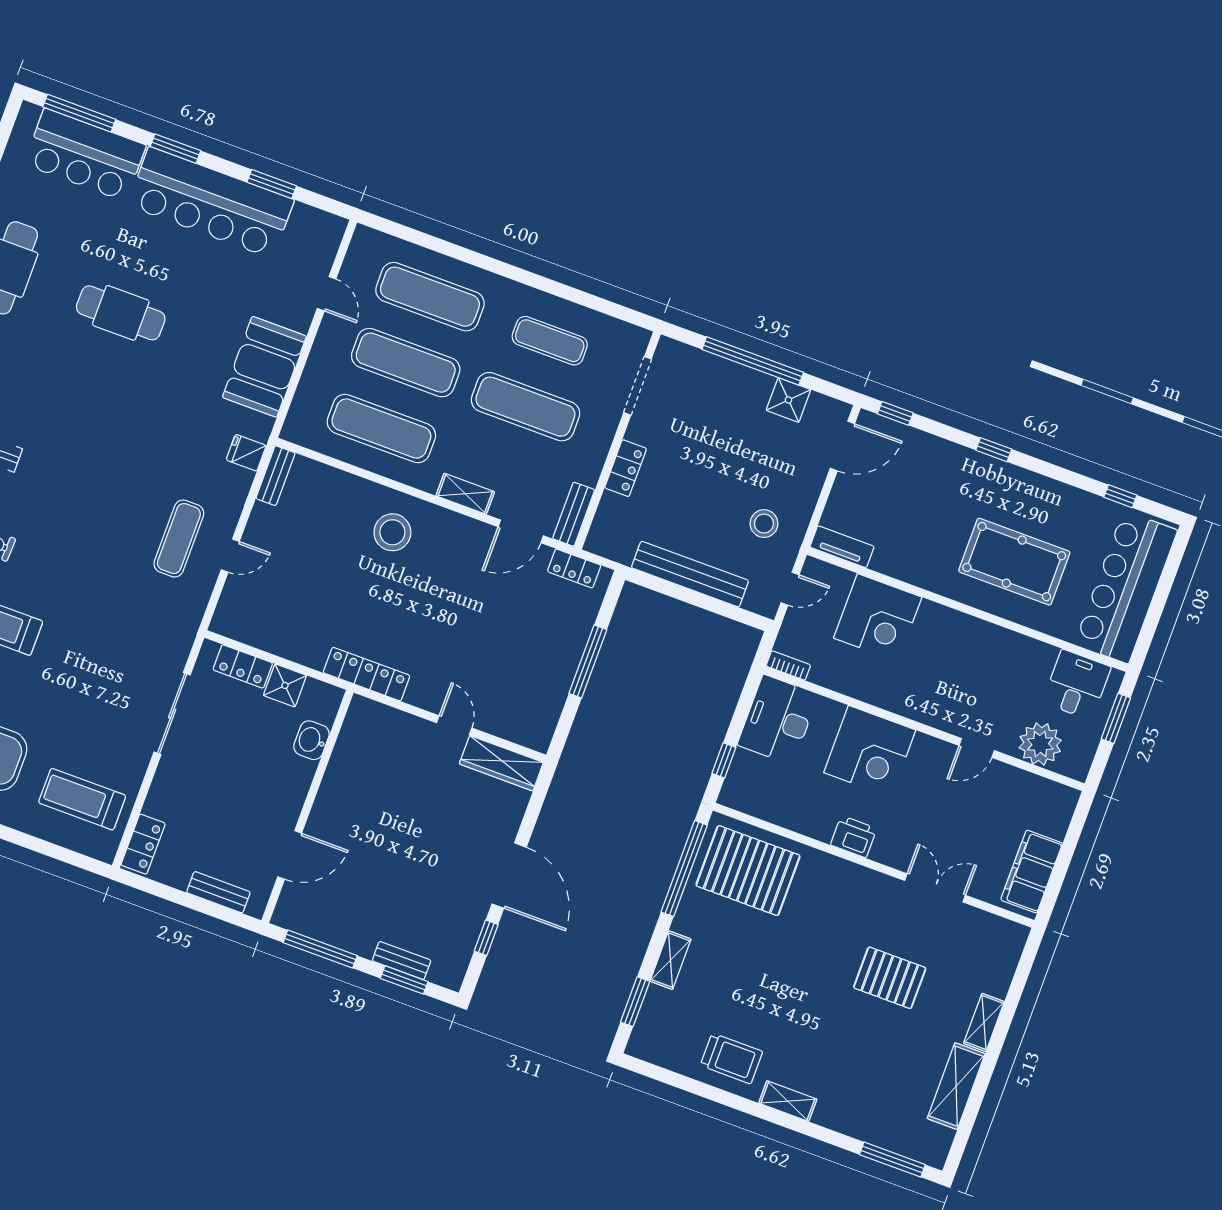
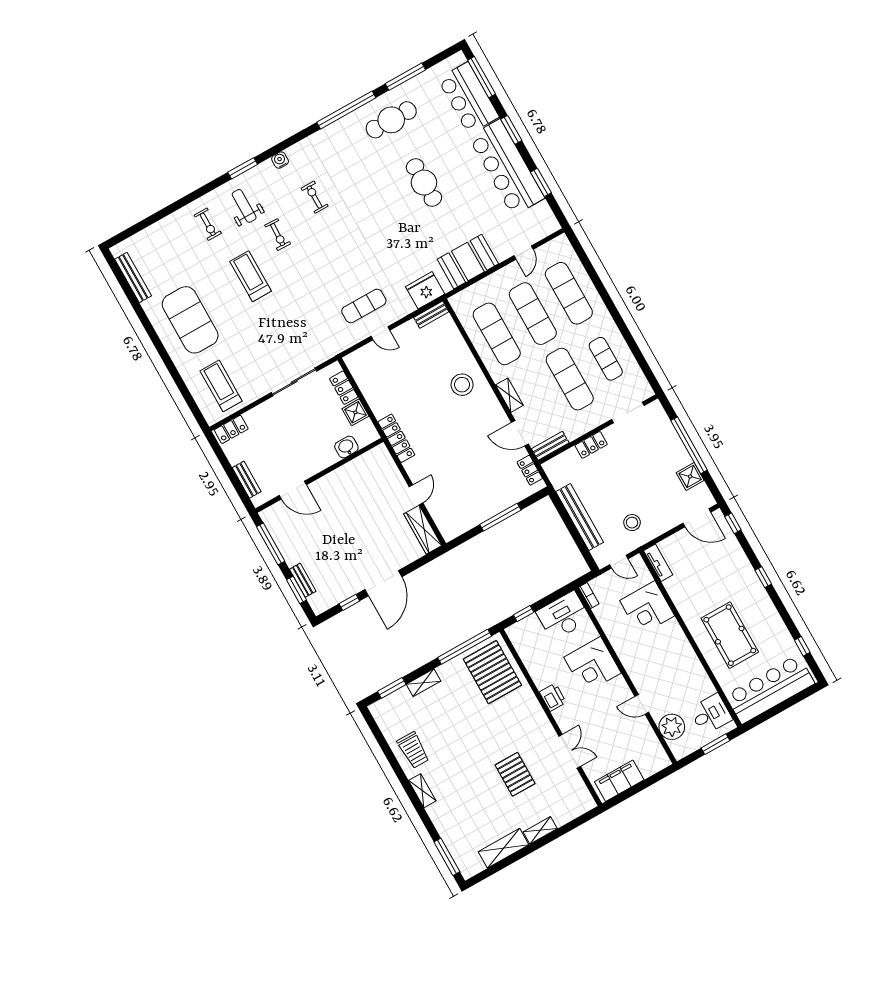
fridge: (246, 453) -> (425, 290), width x1.88, depth x1.34

